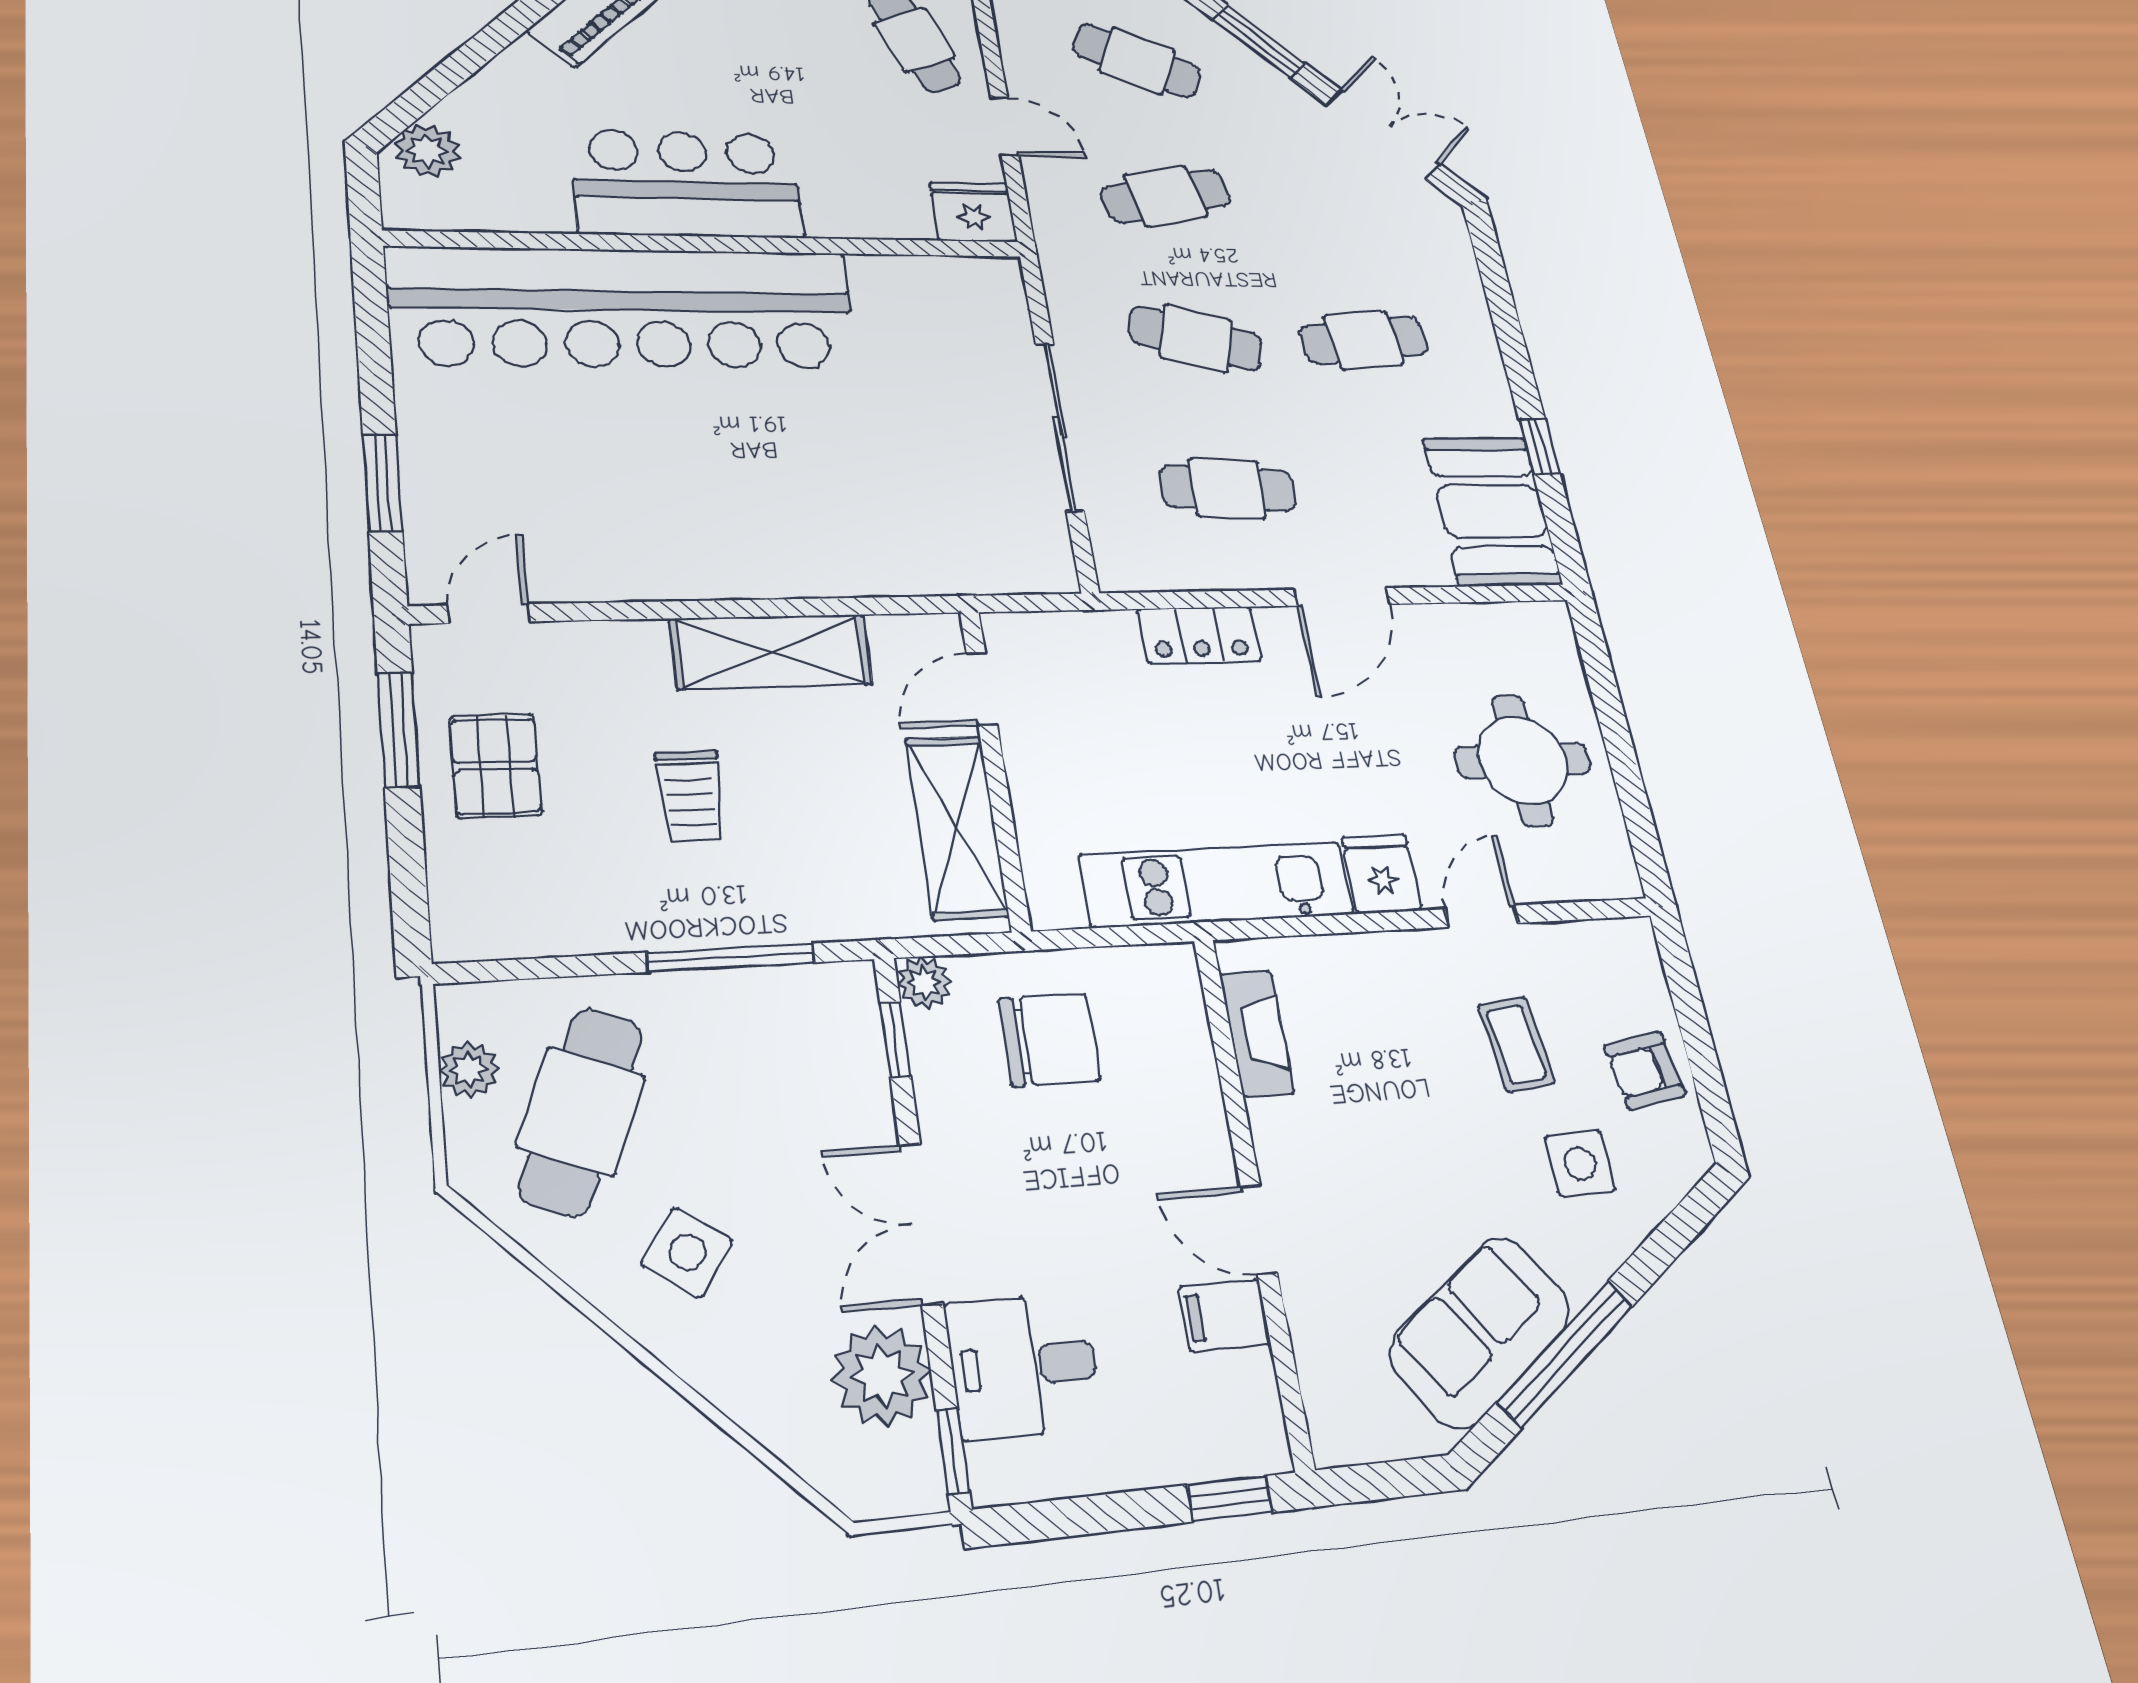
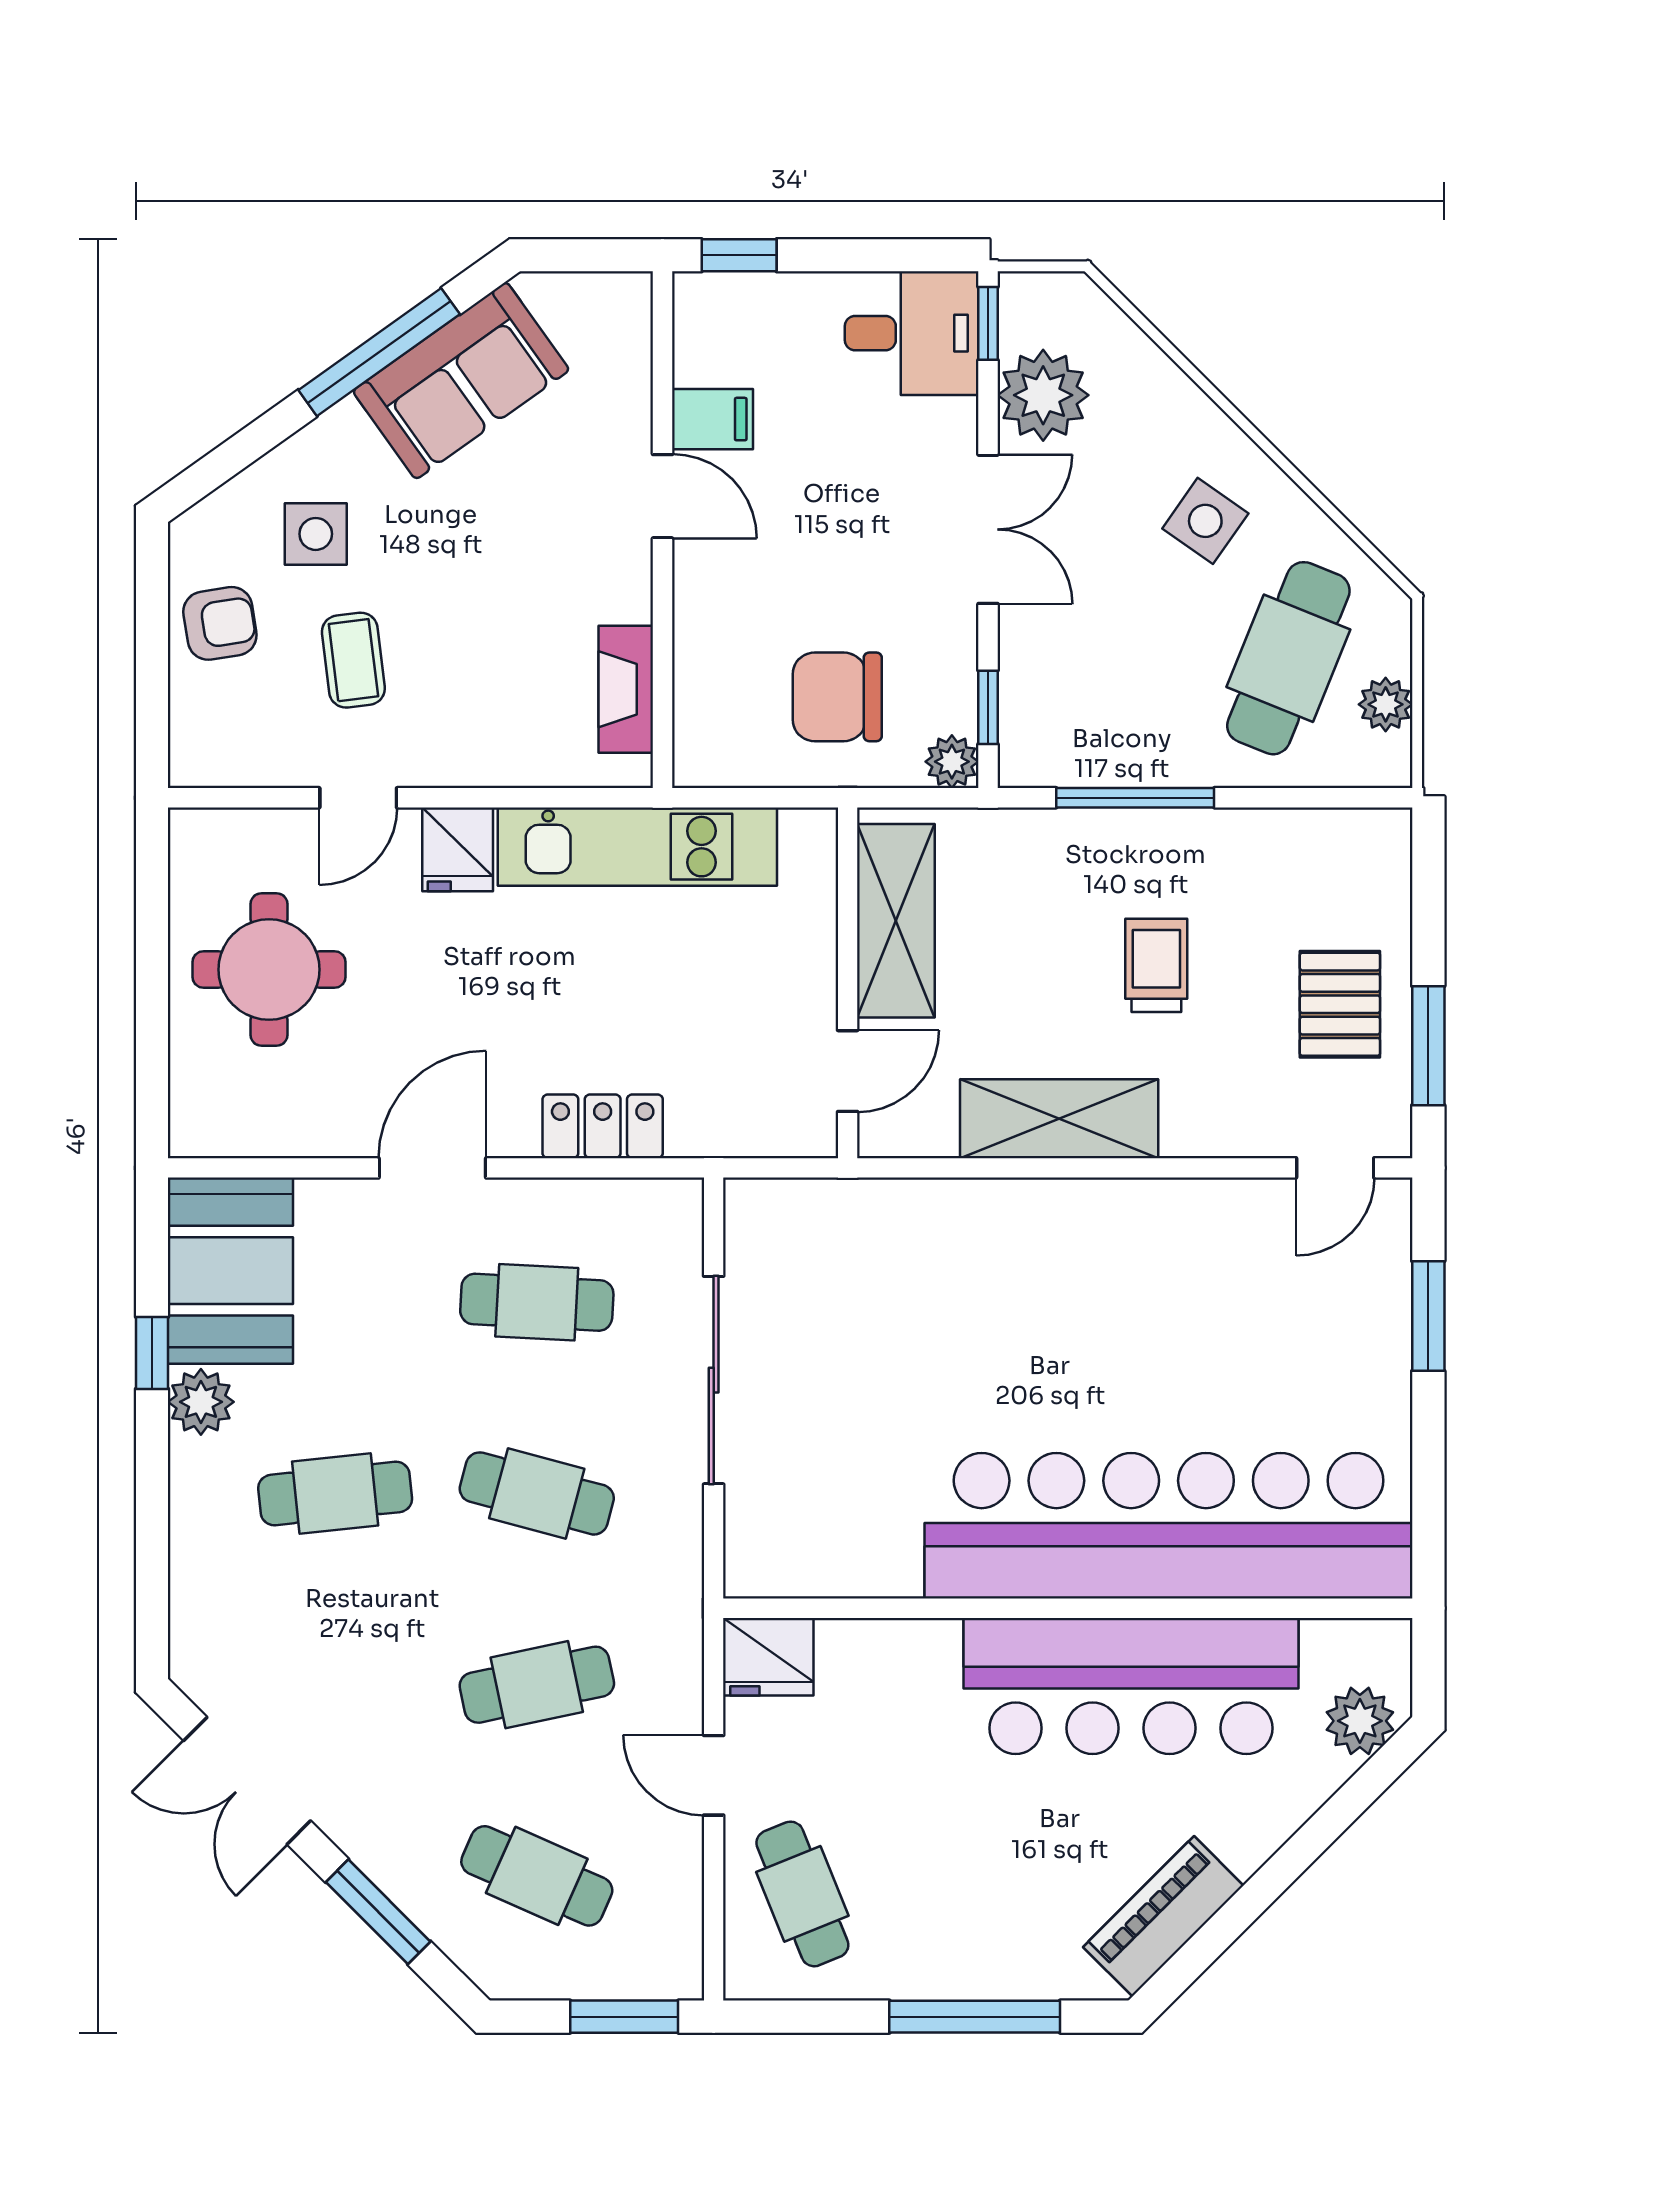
bar counter: (686, 184) -> (1131, 1686), width x1.36
plant: (1490, 409) -> (201, 1402), added
desk: (1024, 1366) -> (912, 333), moved

